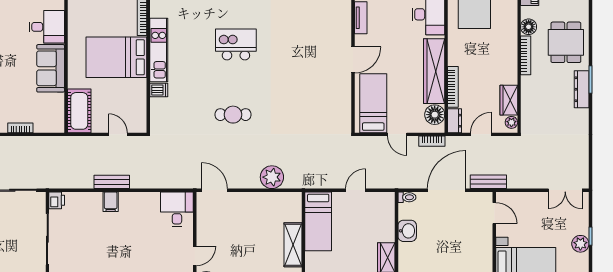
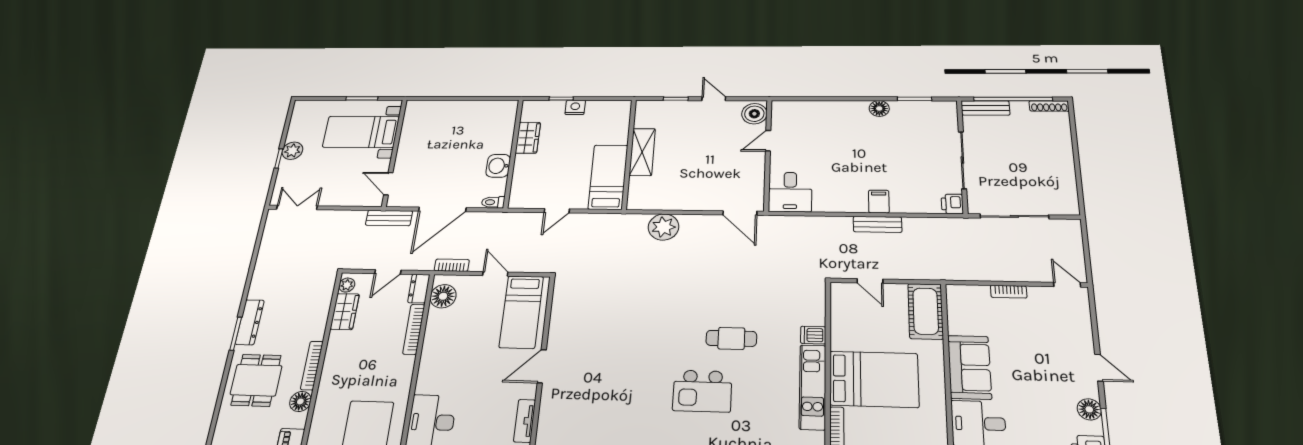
wardrobe: (434, 71) -> (435, 349), removed
cafe table: (233, 115) -> (731, 338), moved

